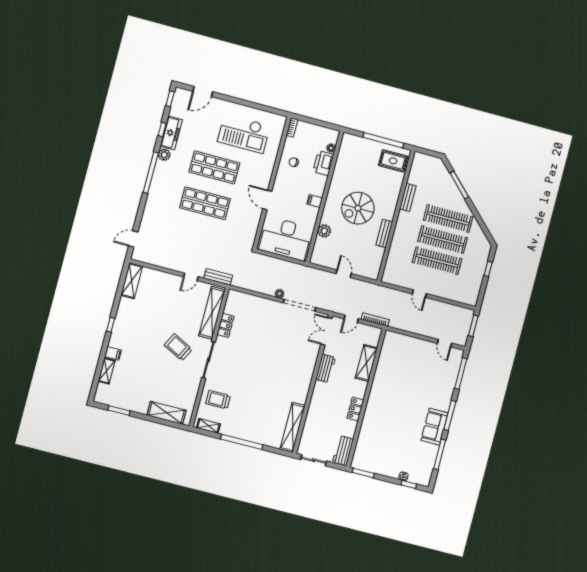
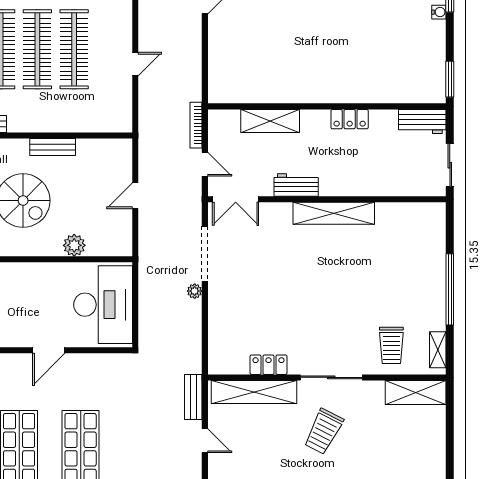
filing cabinet: (315, 201) -> (30, 274), removed
shelving: (167, 413) -> (416, 392), moved, turned 90
shelving: (293, 427) -> (334, 213), moved

